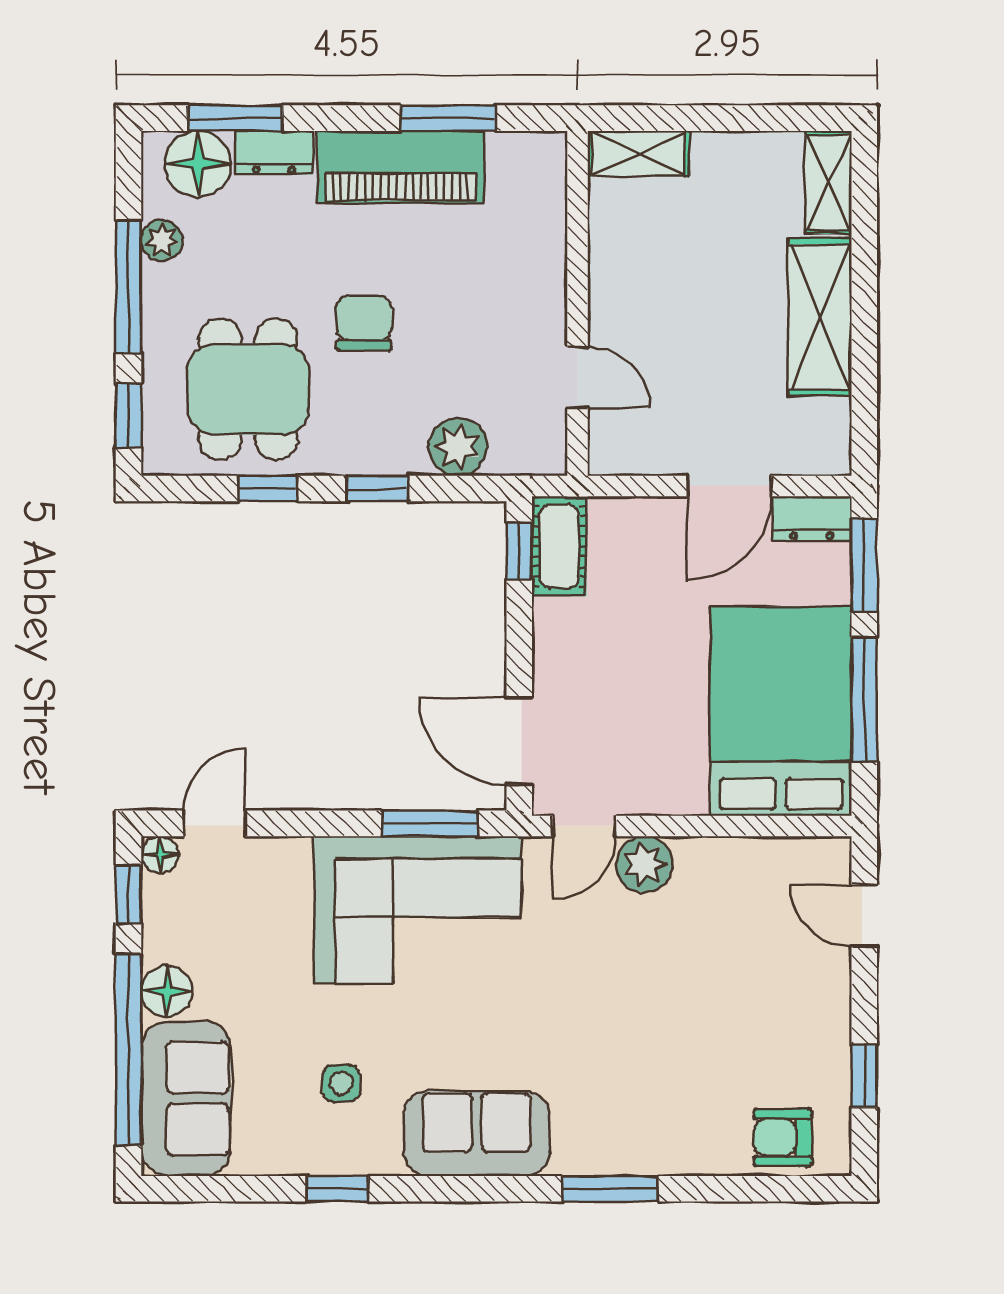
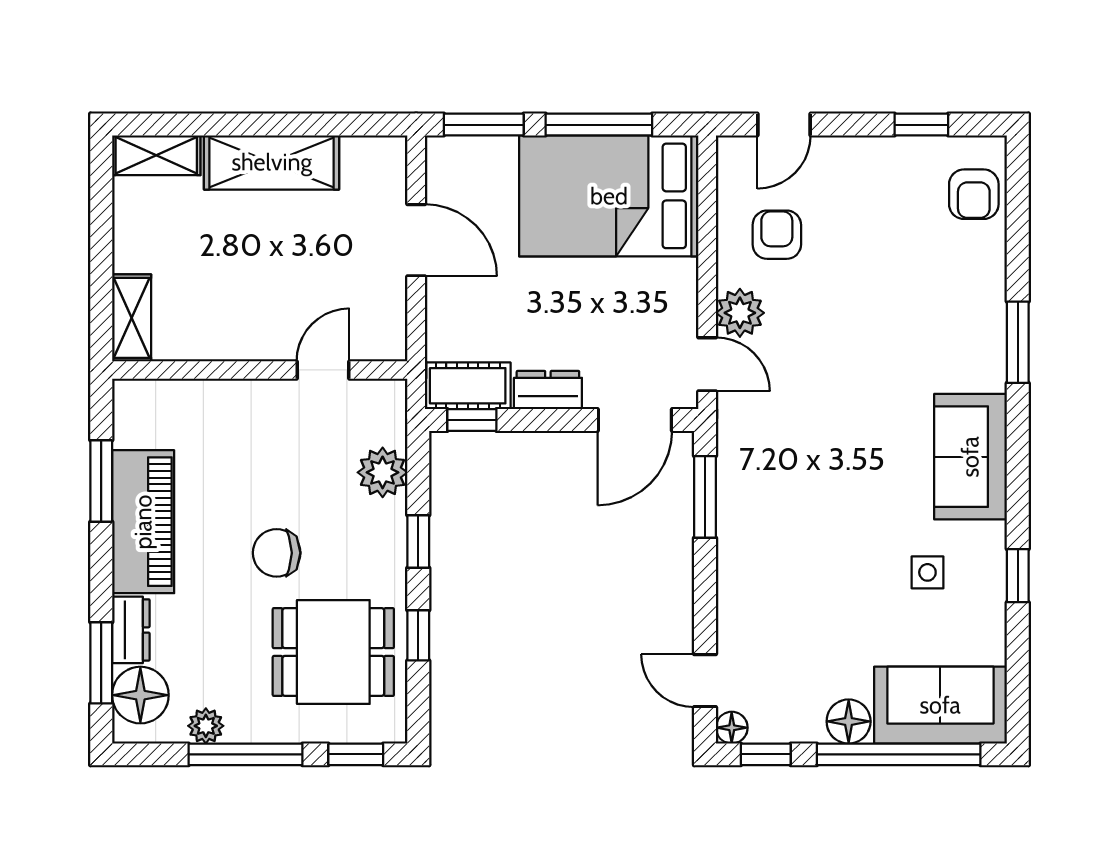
dresser: (812, 518) -> (548, 390), moved, turned -90
armchair: (736, 907) -> (777, 235), added
corner sofa: (418, 910) -> (779, 507), removed

